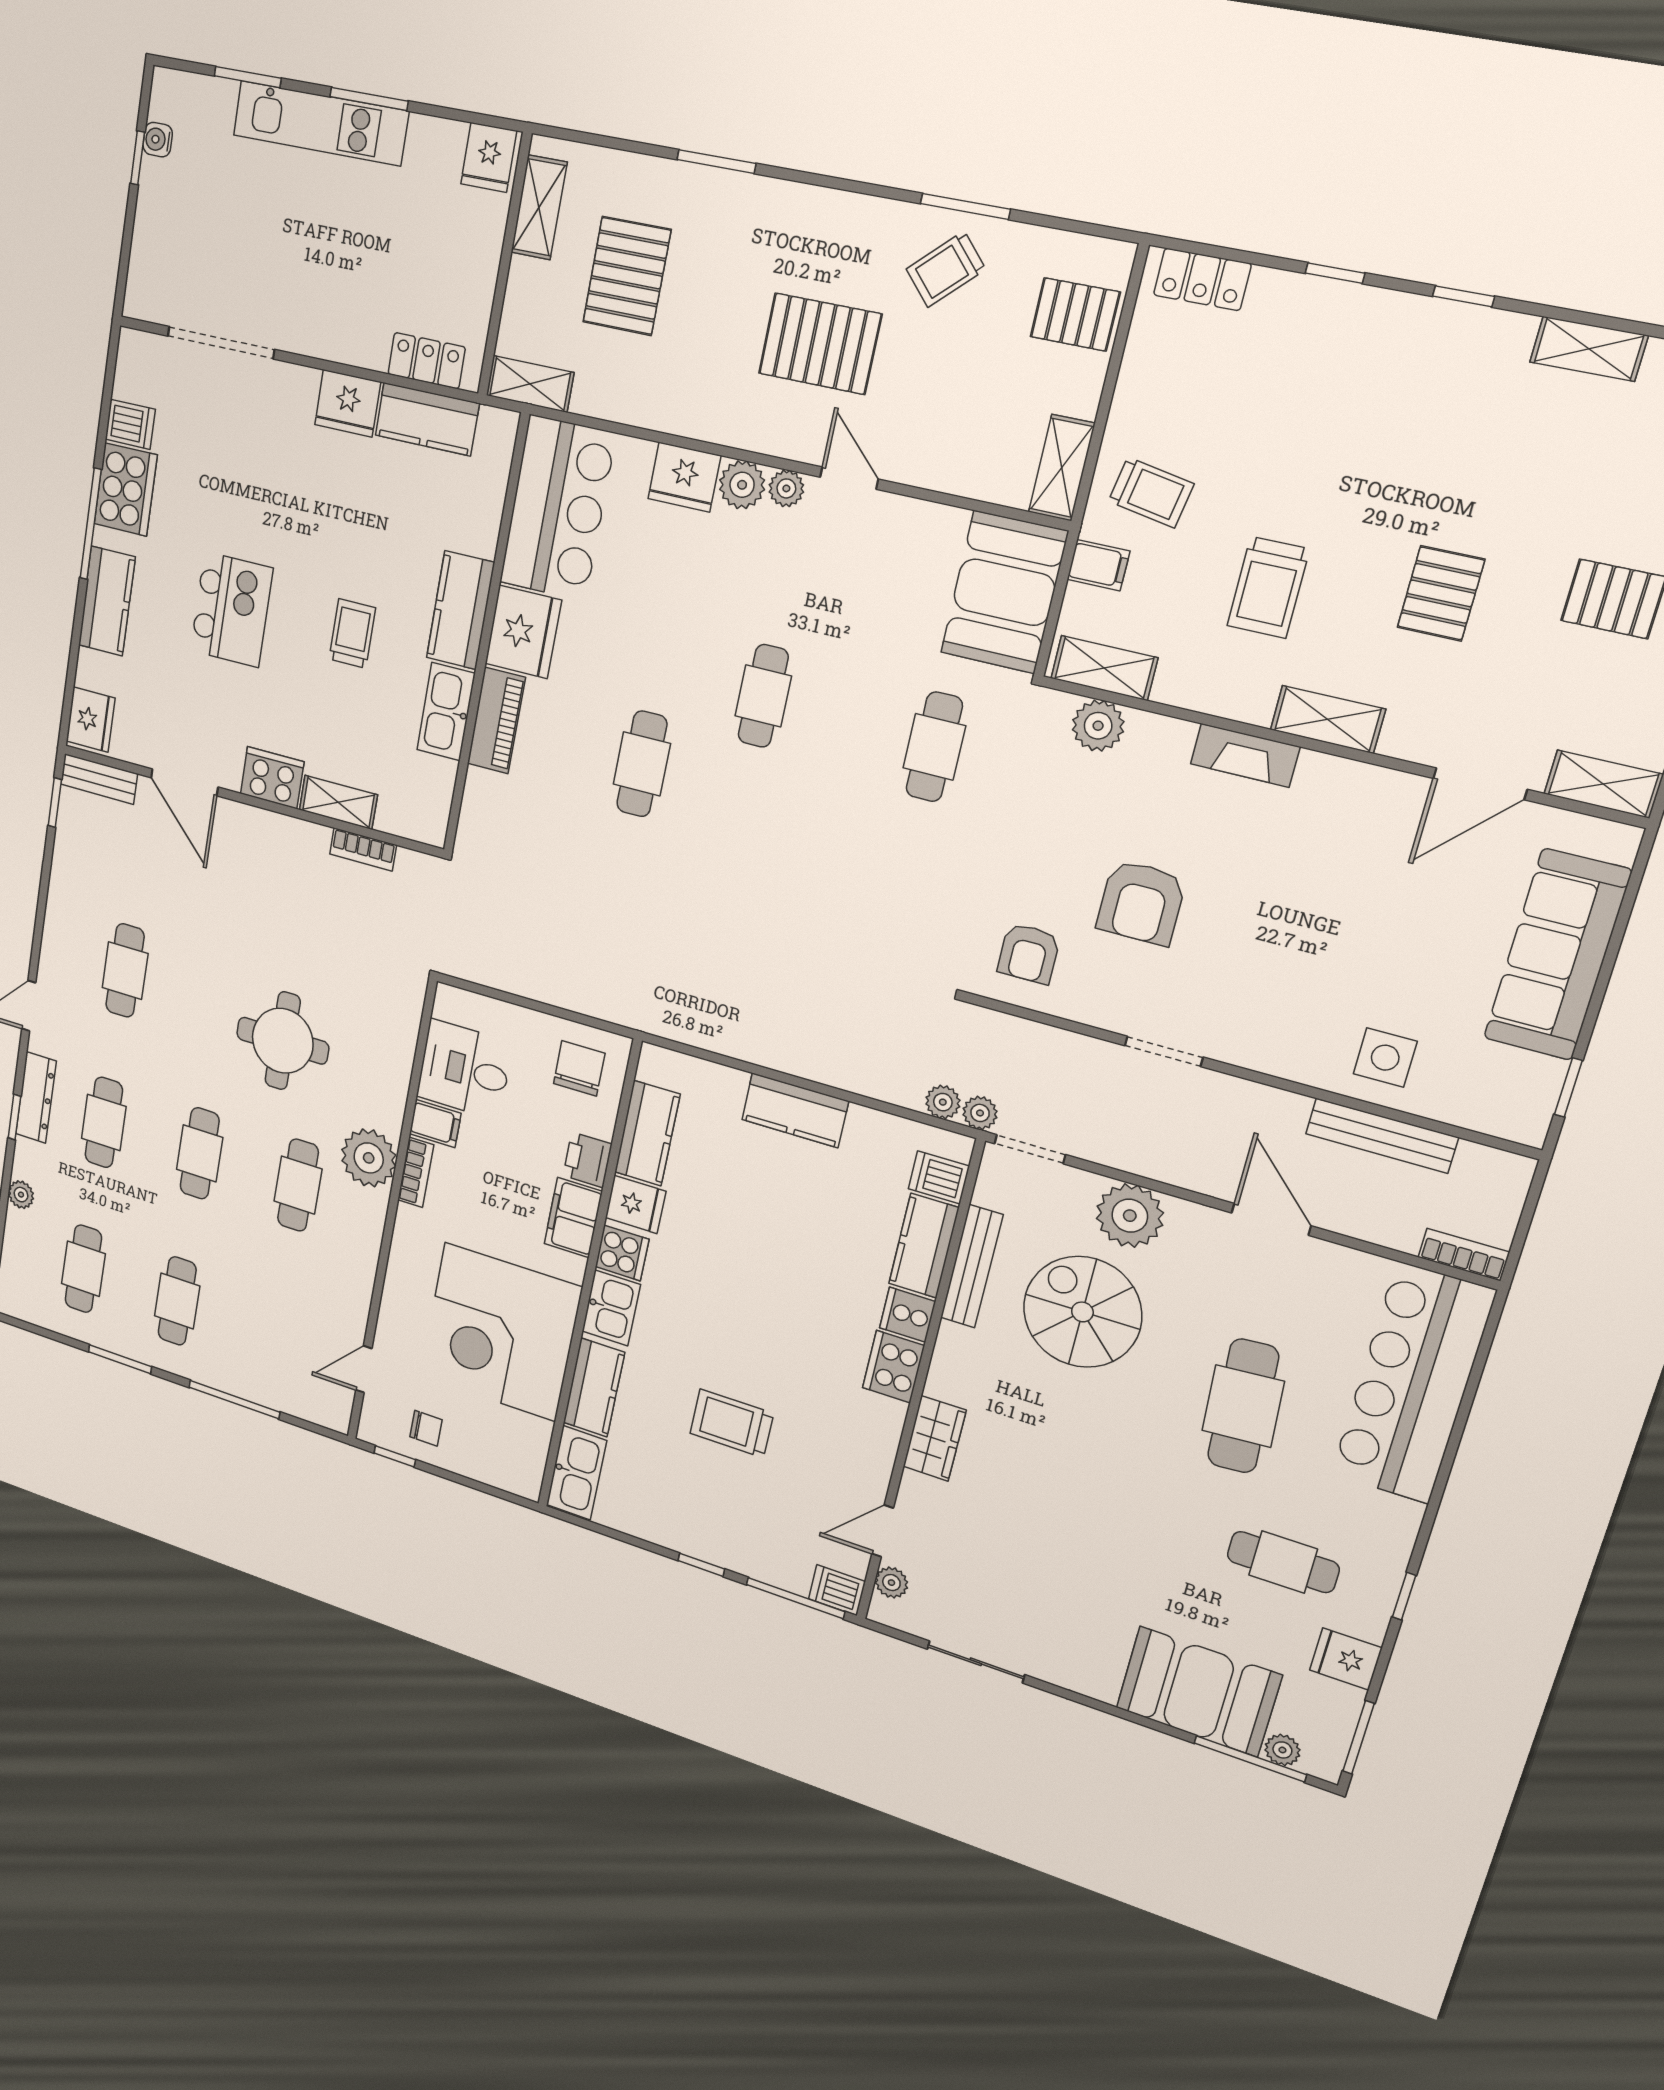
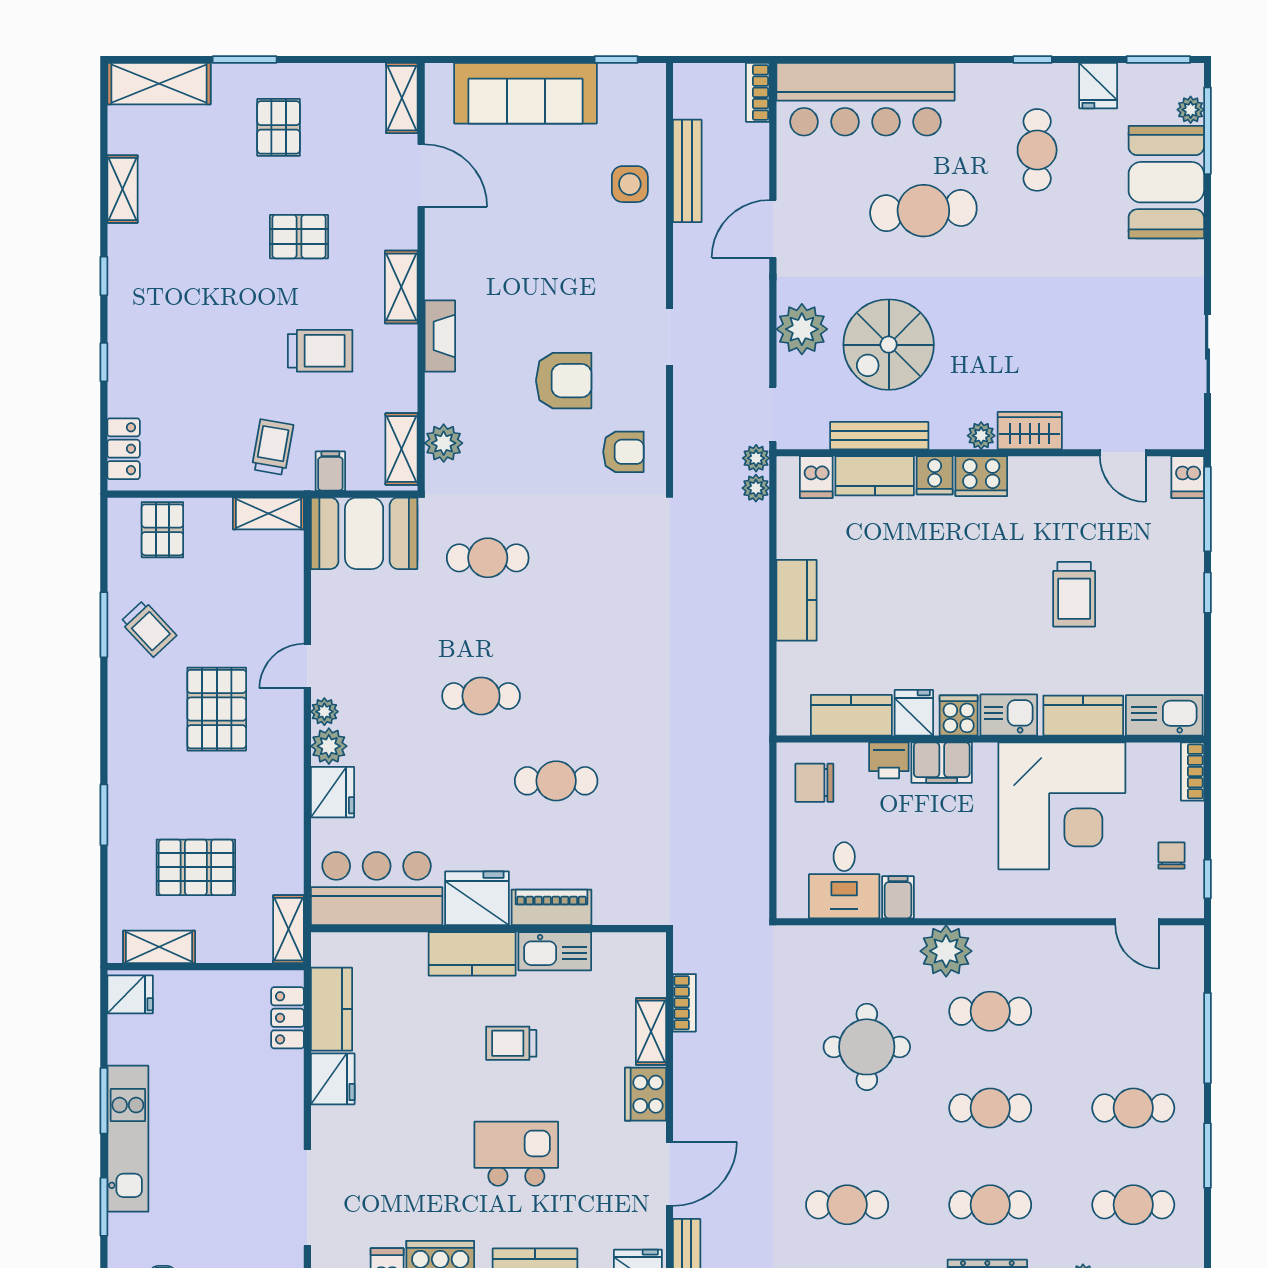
bookcase: (416, 1172) -> (1192, 771), moved, turned -90
plant: (891, 1583) -> (981, 436), moved

